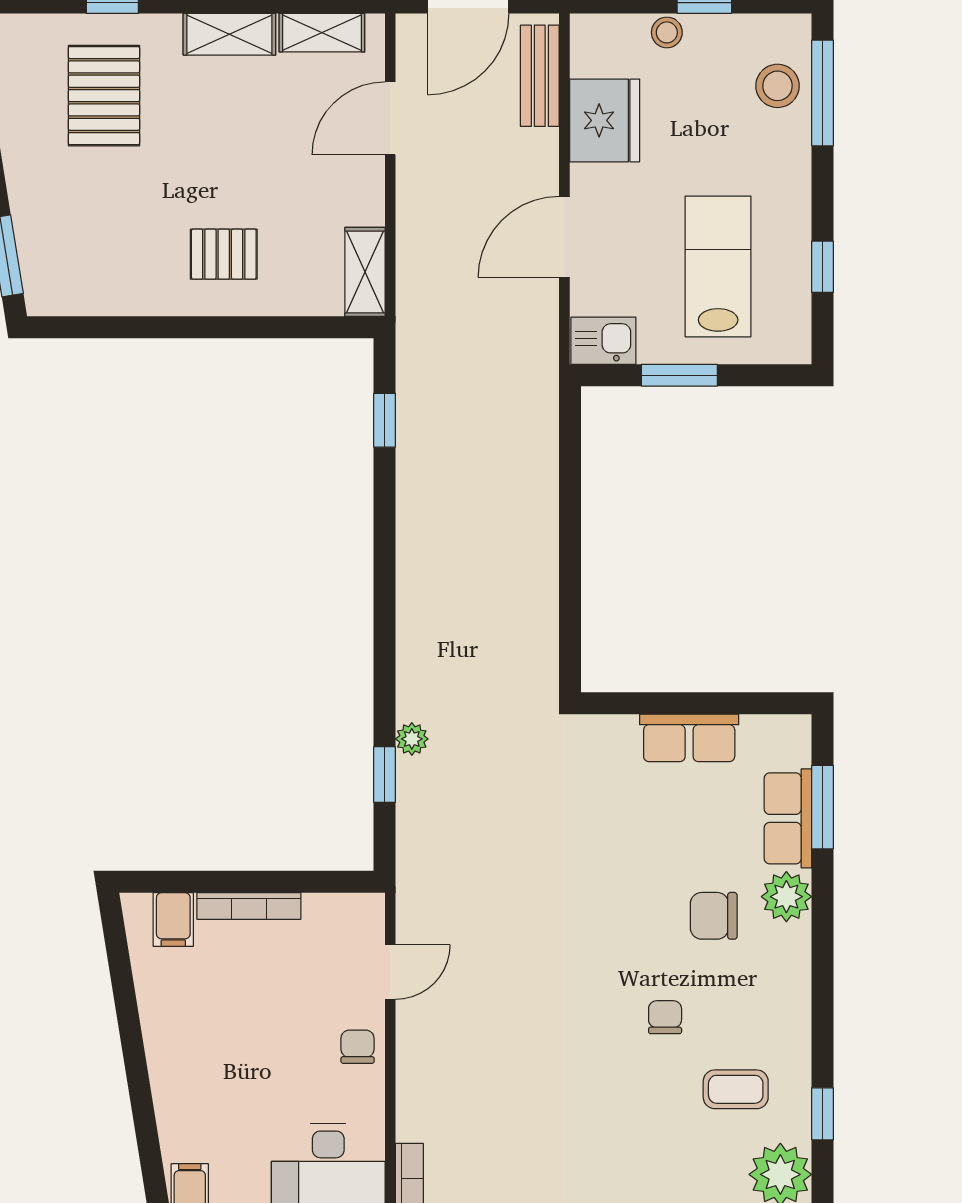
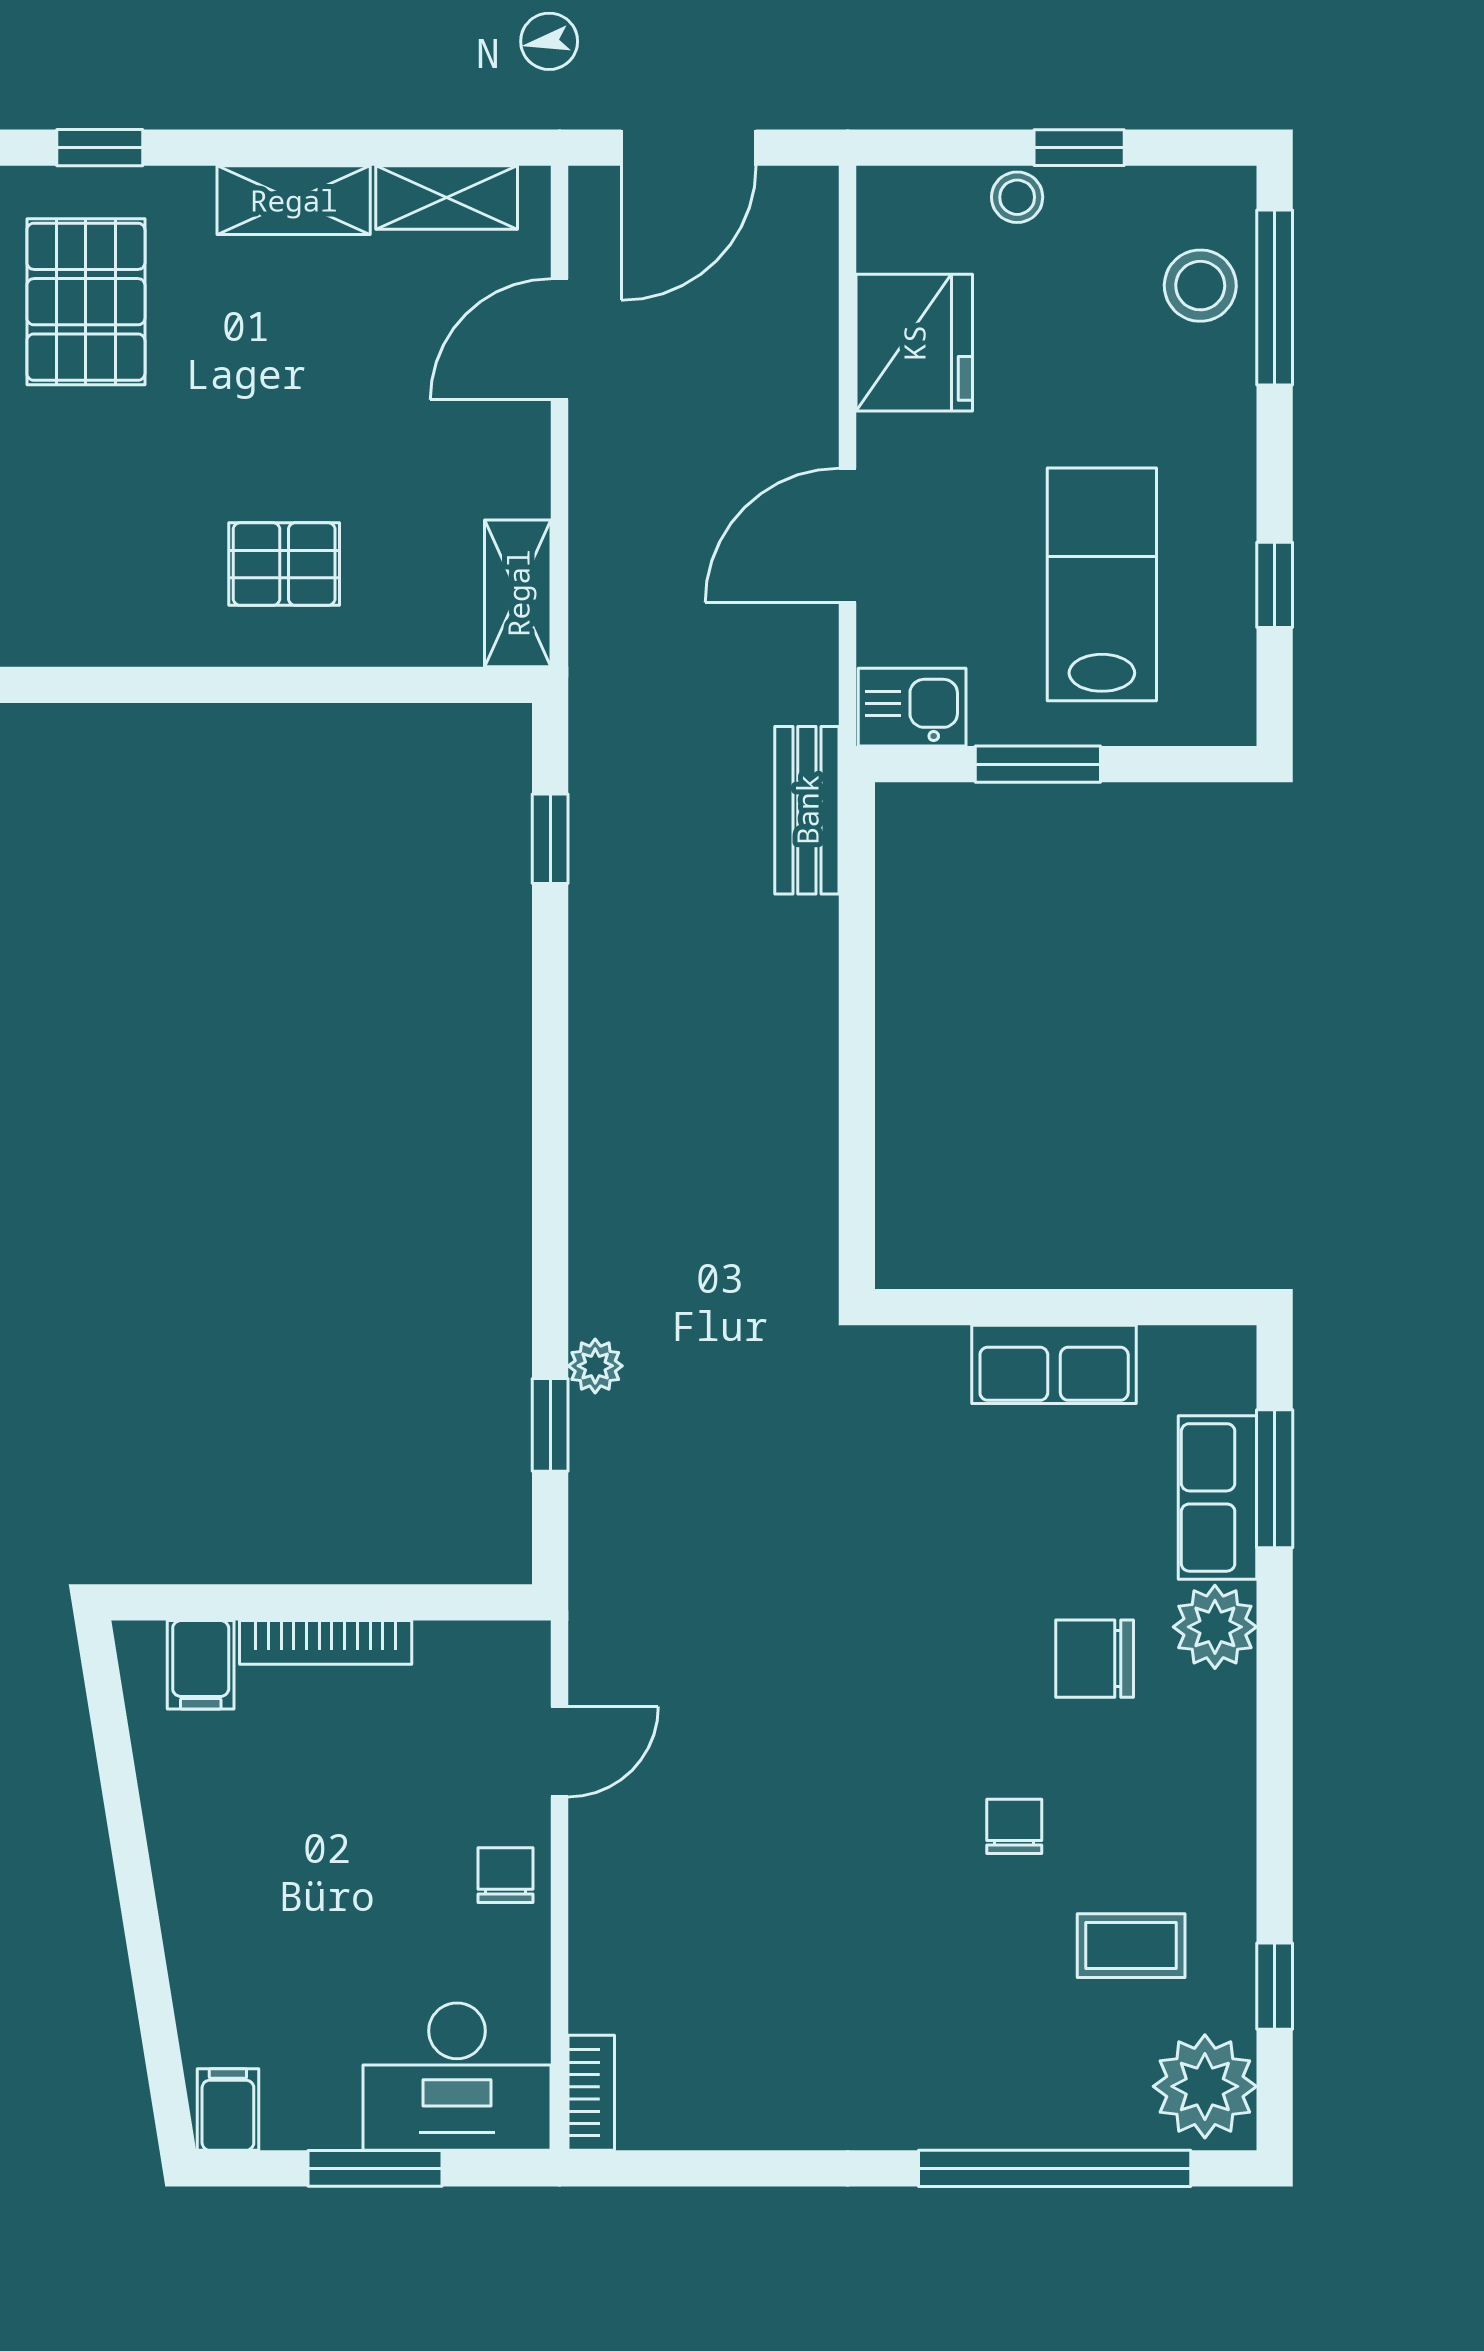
bench: (540, 76) -> (807, 810), moved

